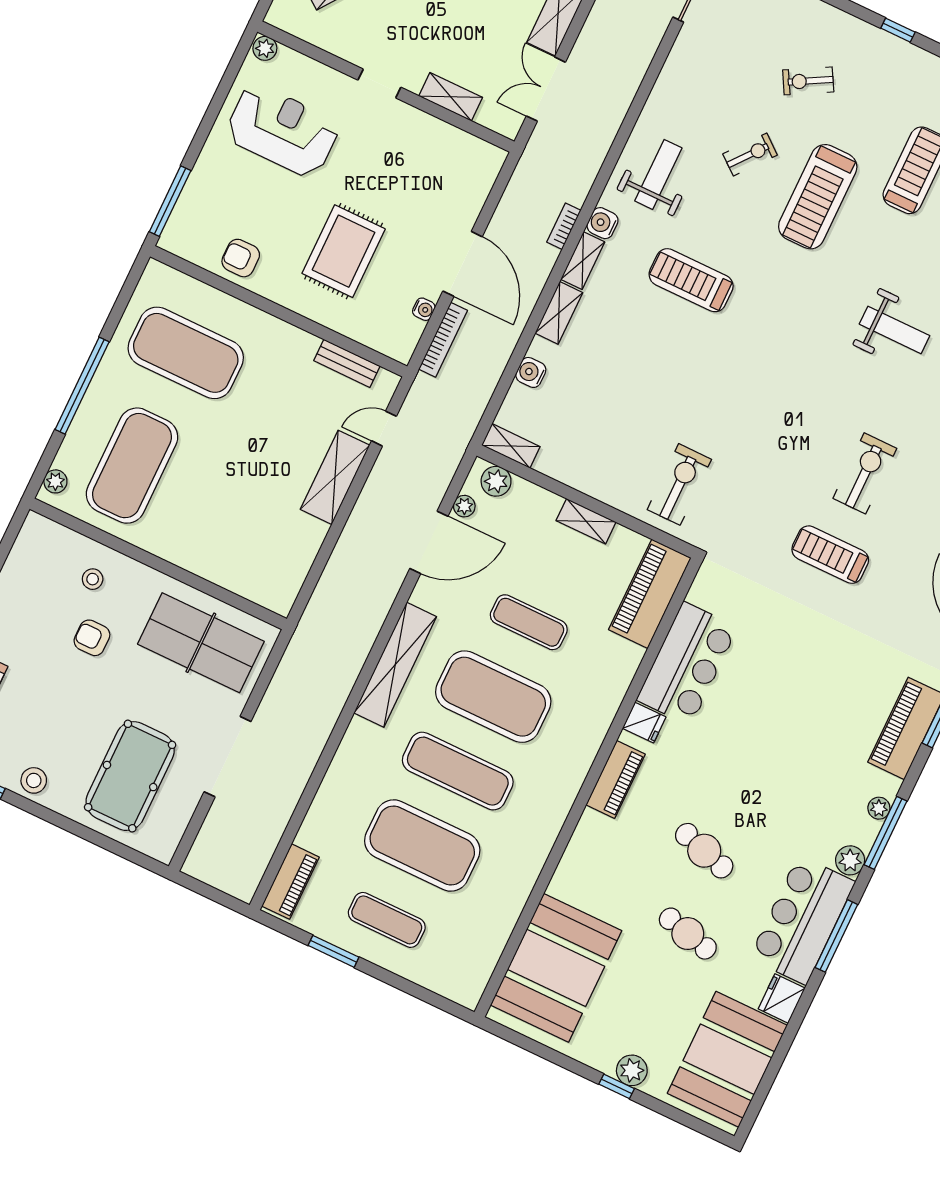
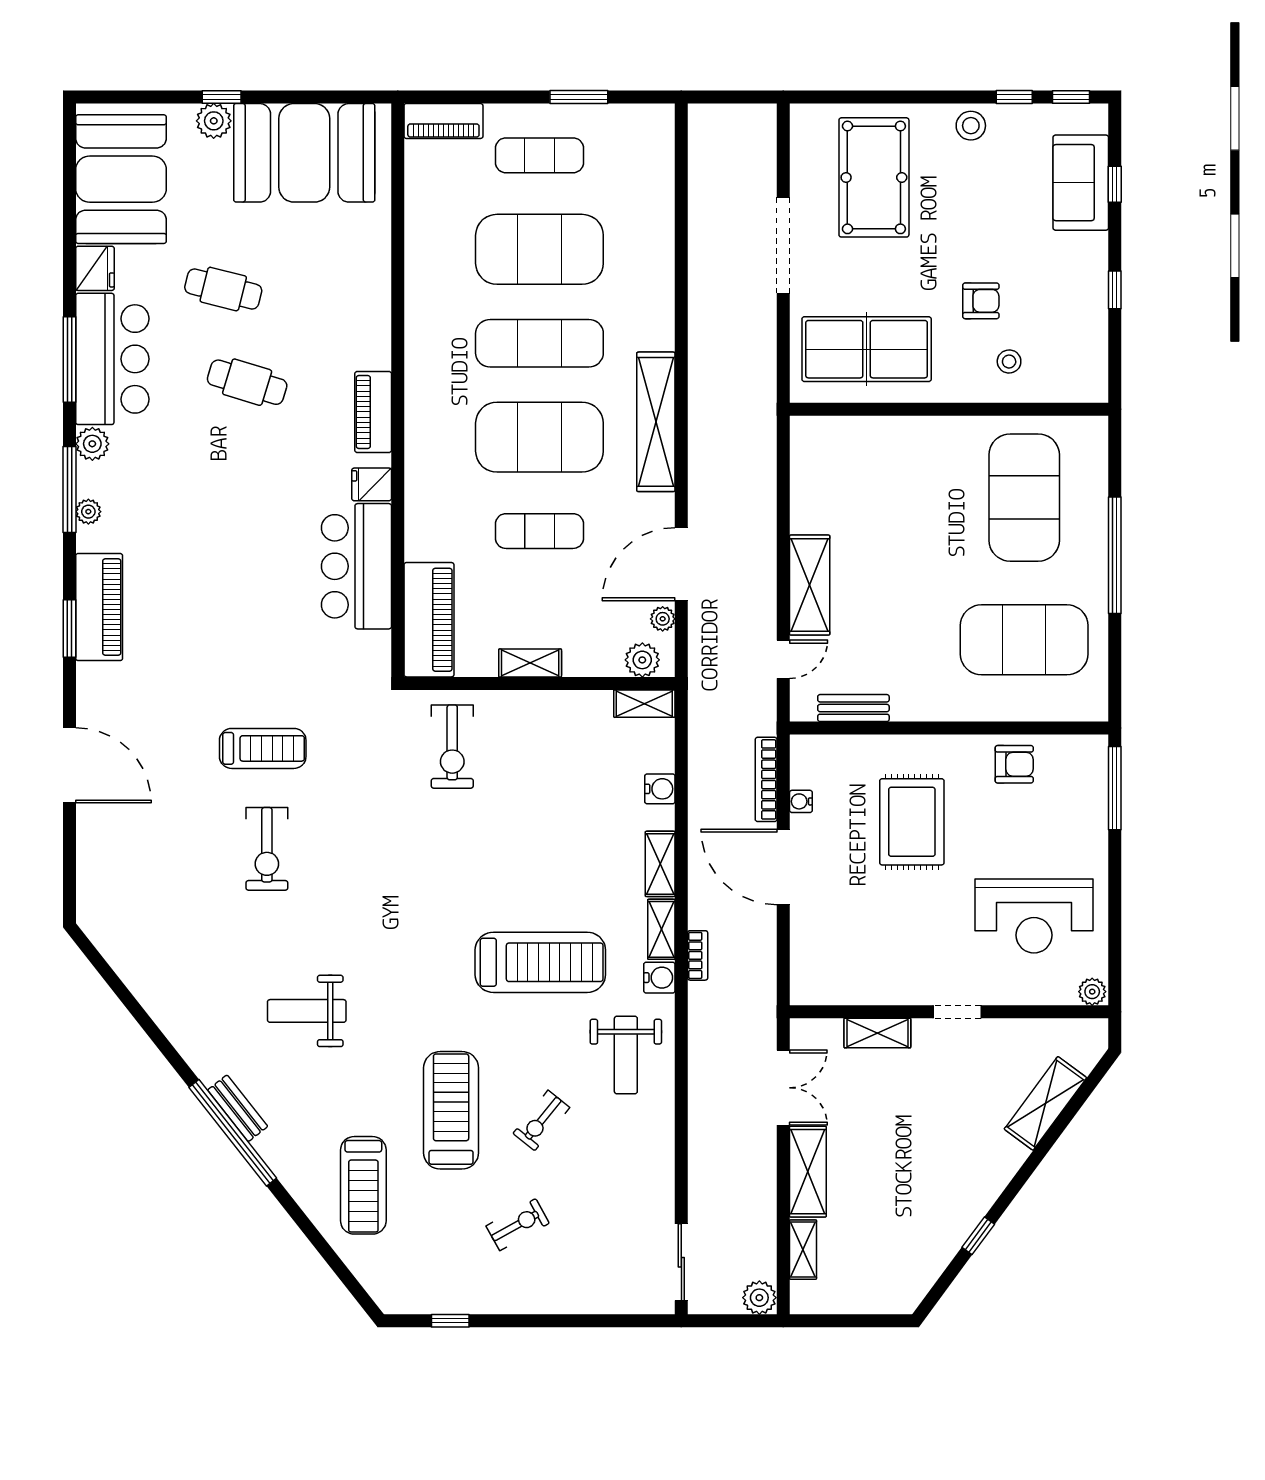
treadmill: (691, 280) -> (540, 962), width x1.37, depth x1.38
plant: (55, 481) -> (1095, 444), removed
piano: (290, 882) -> (443, 121), moved, turned -90
booth: (556, 968) -> (304, 153), moved, turned 90

